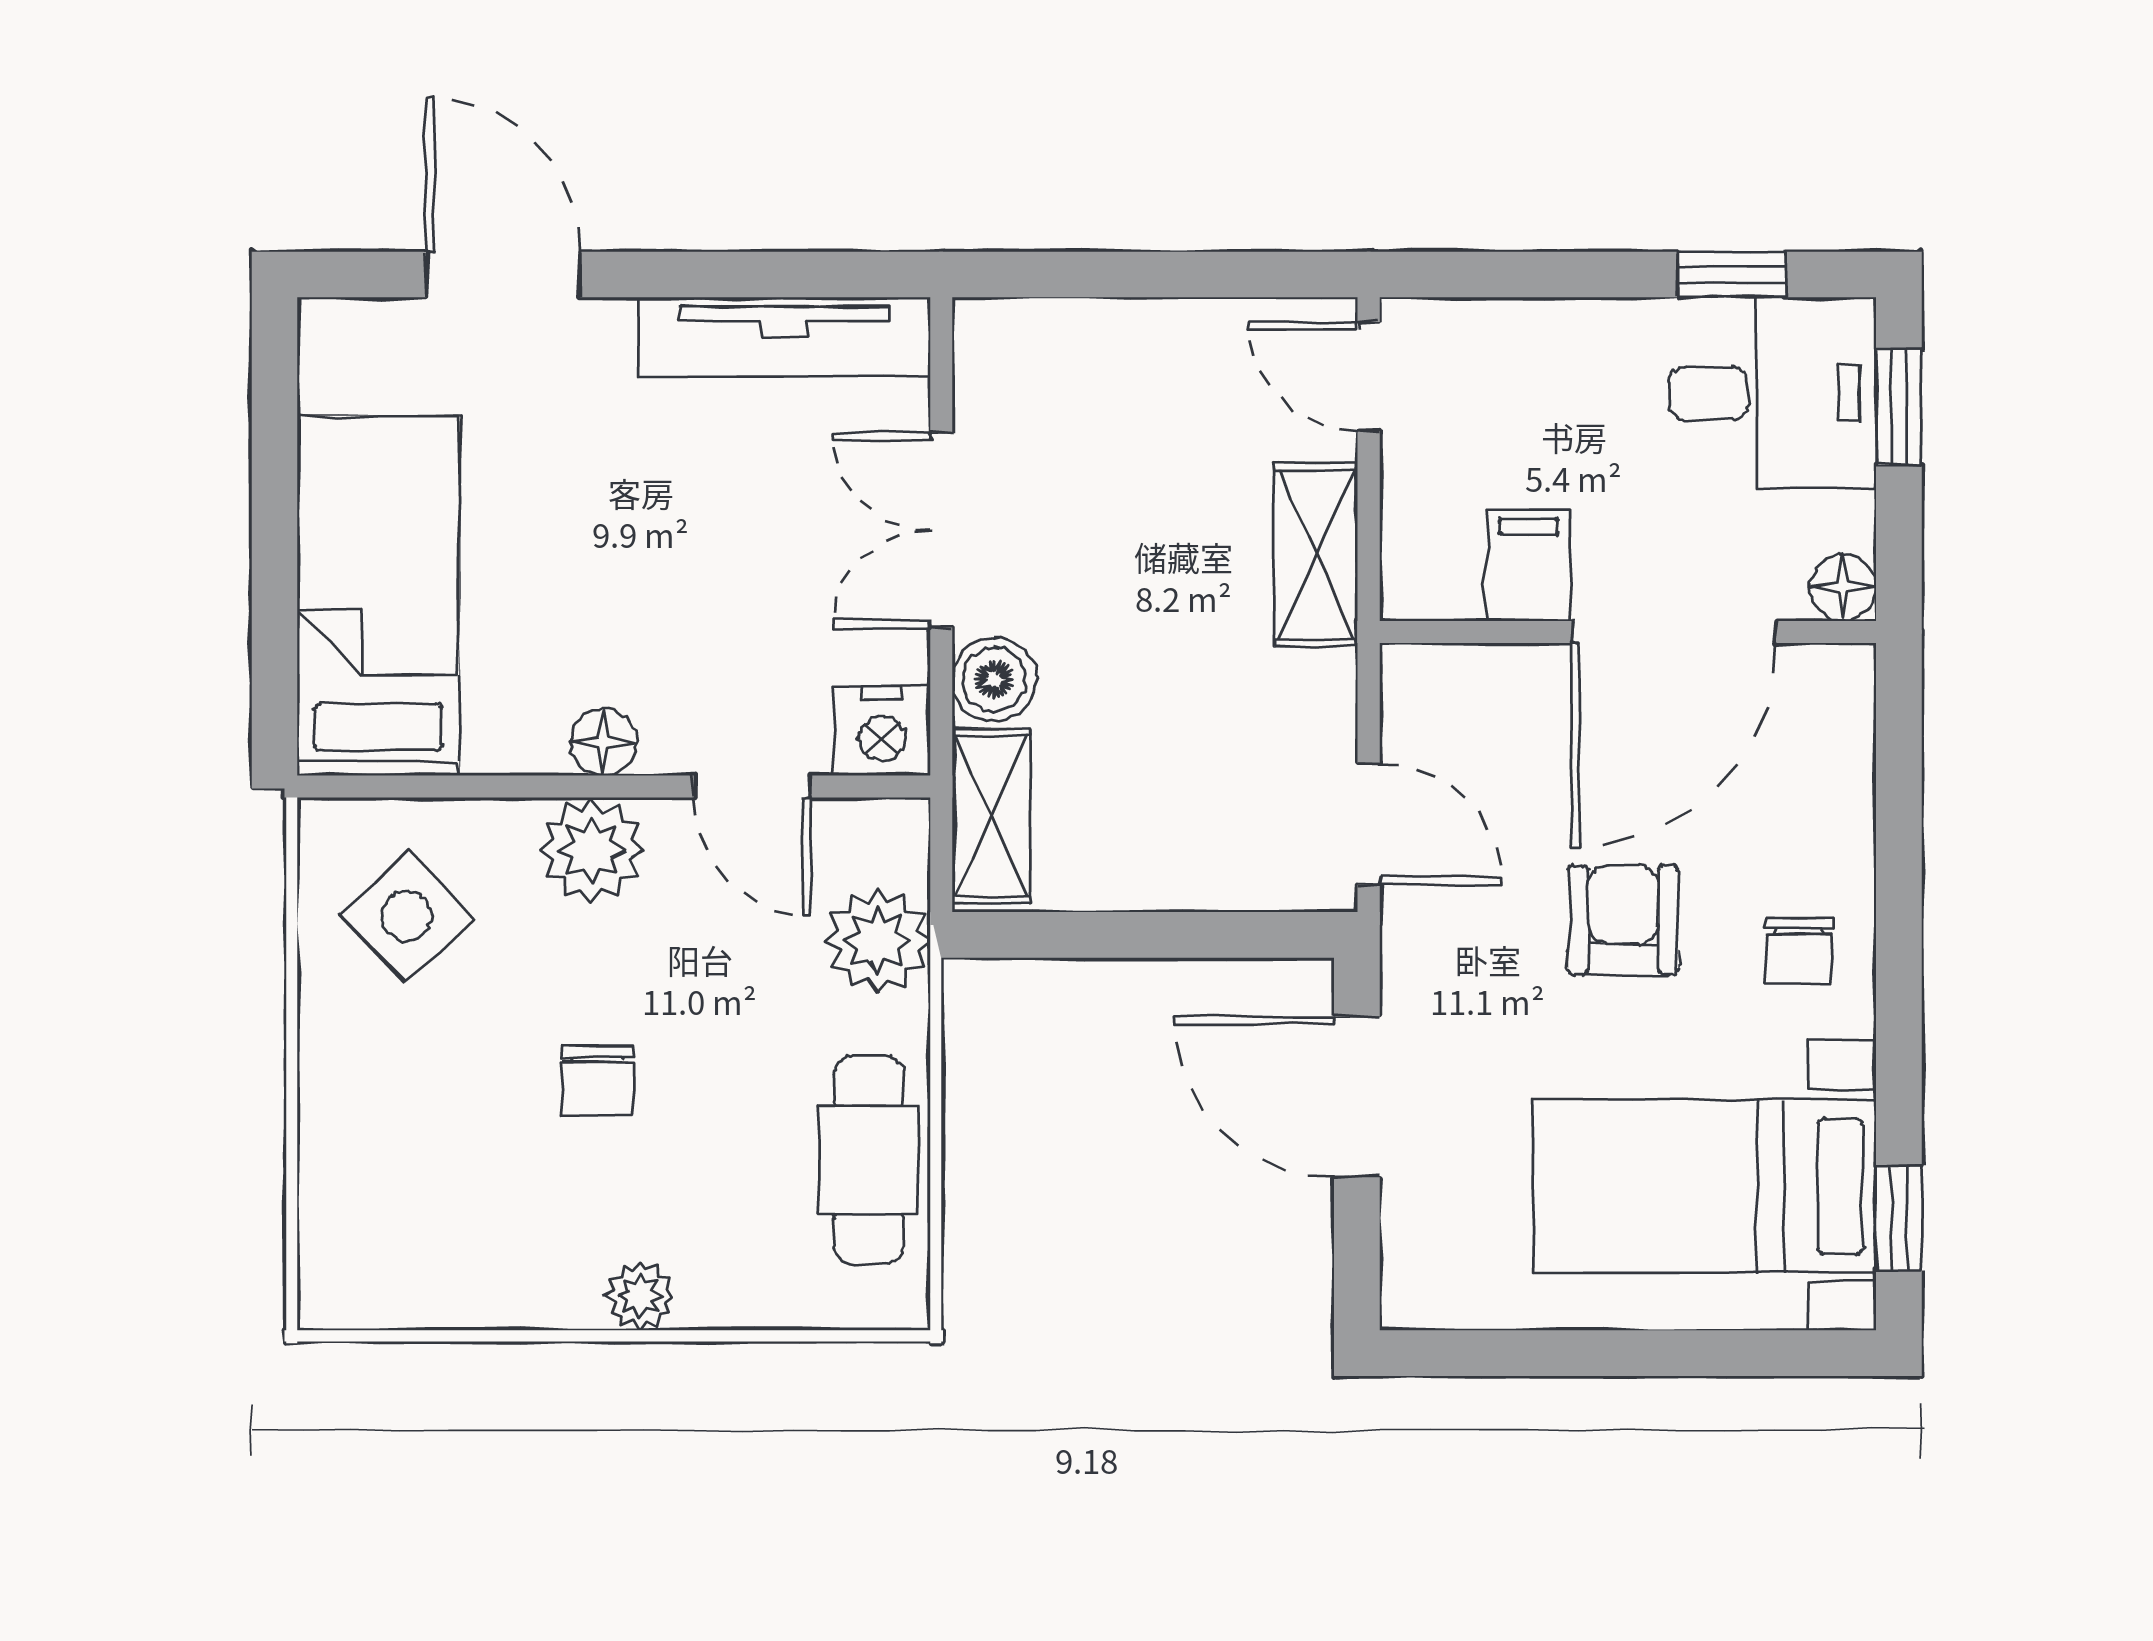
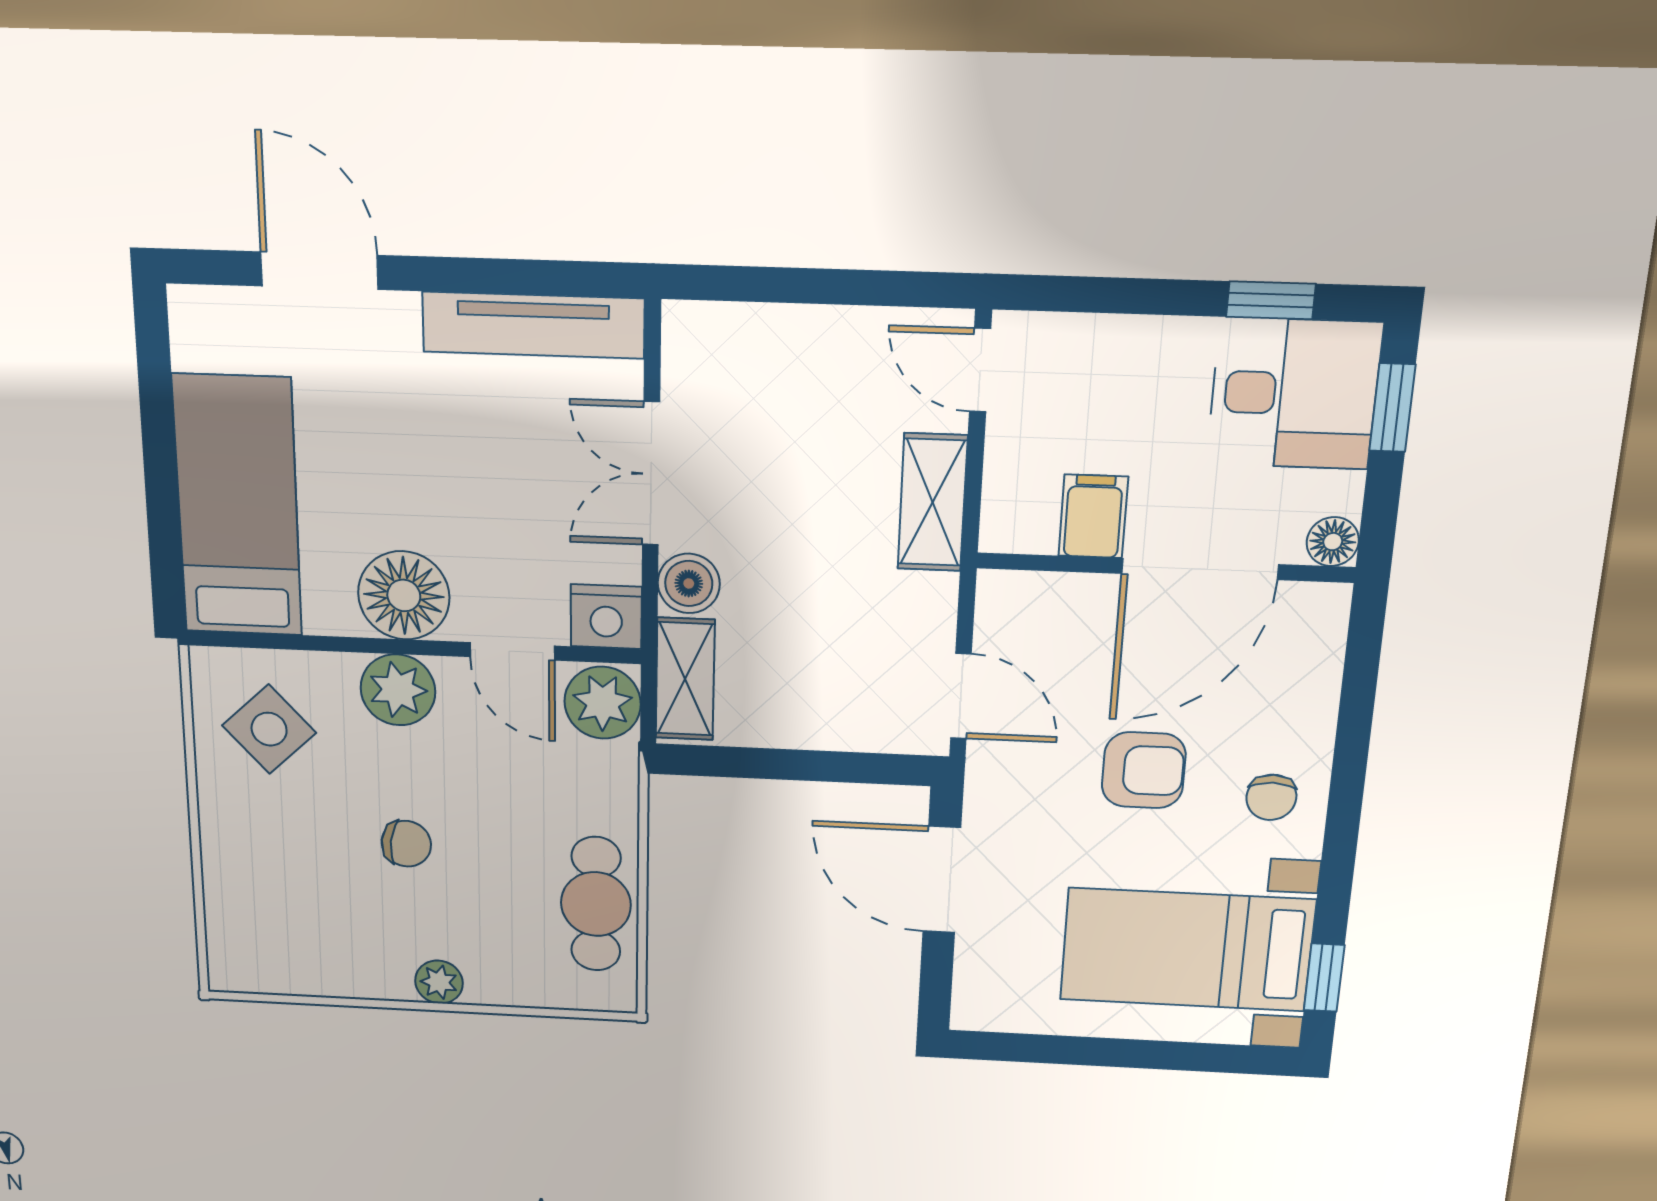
floor lamp: (603, 742) -> (404, 595), width x1.89, depth x1.89
armchair: (1623, 920) -> (1144, 770), turned 90
plant: (877, 940) -> (603, 703), moved
chair: (598, 1080) -> (406, 844), turned -83

